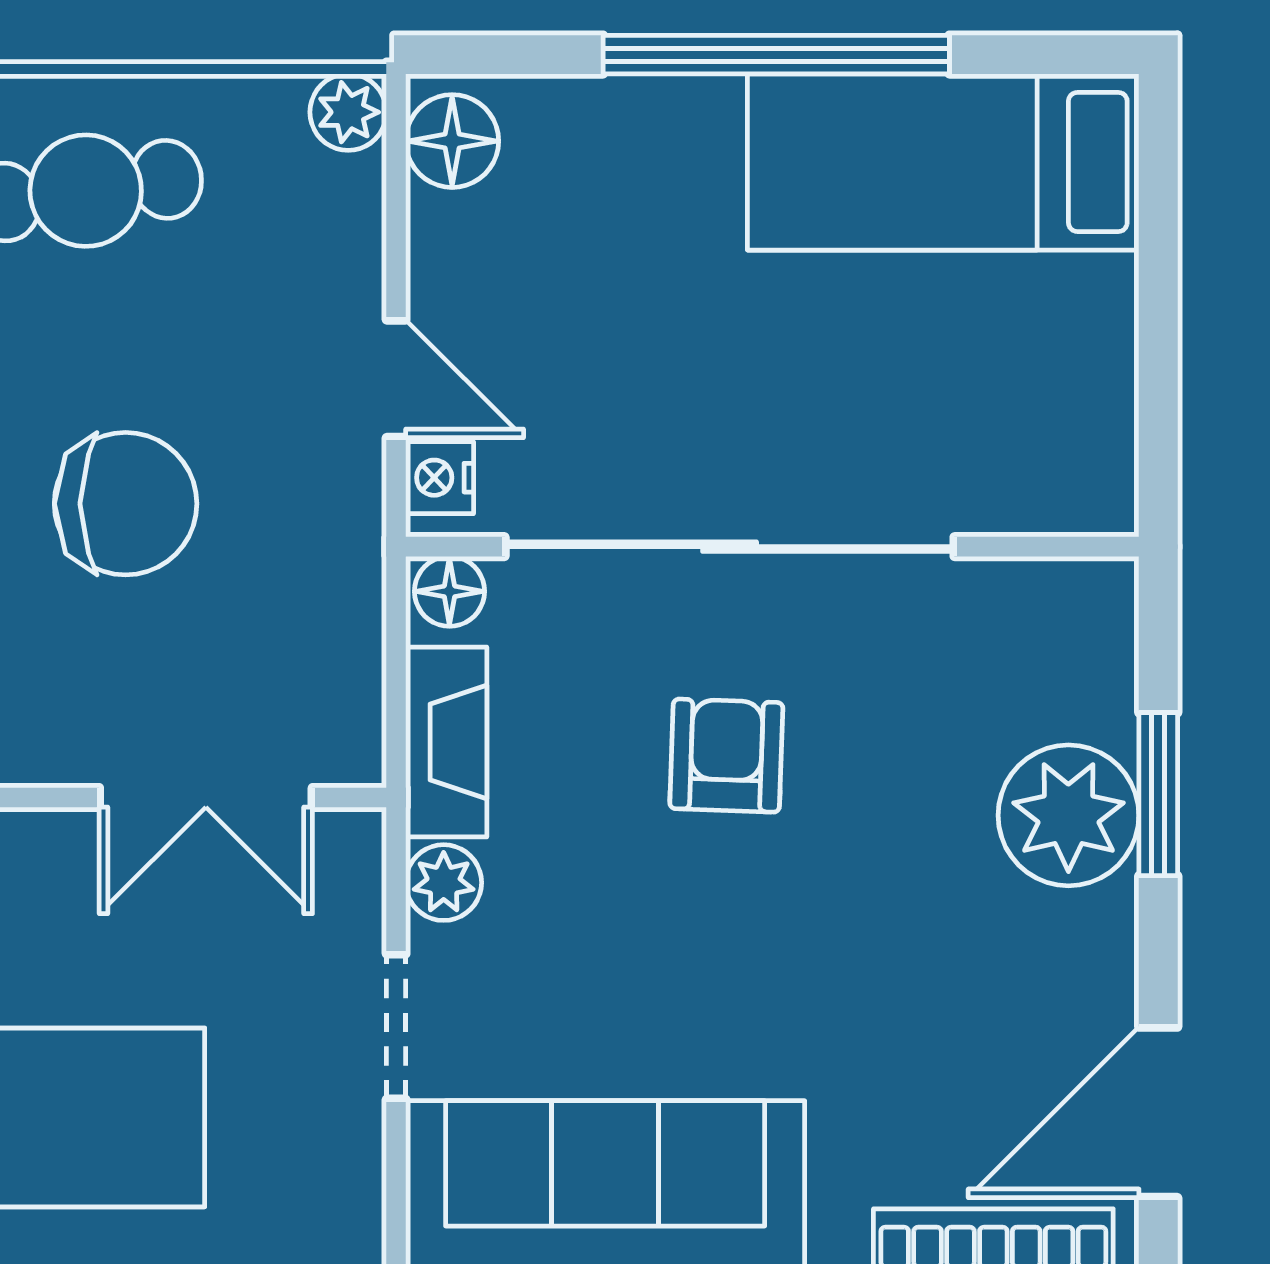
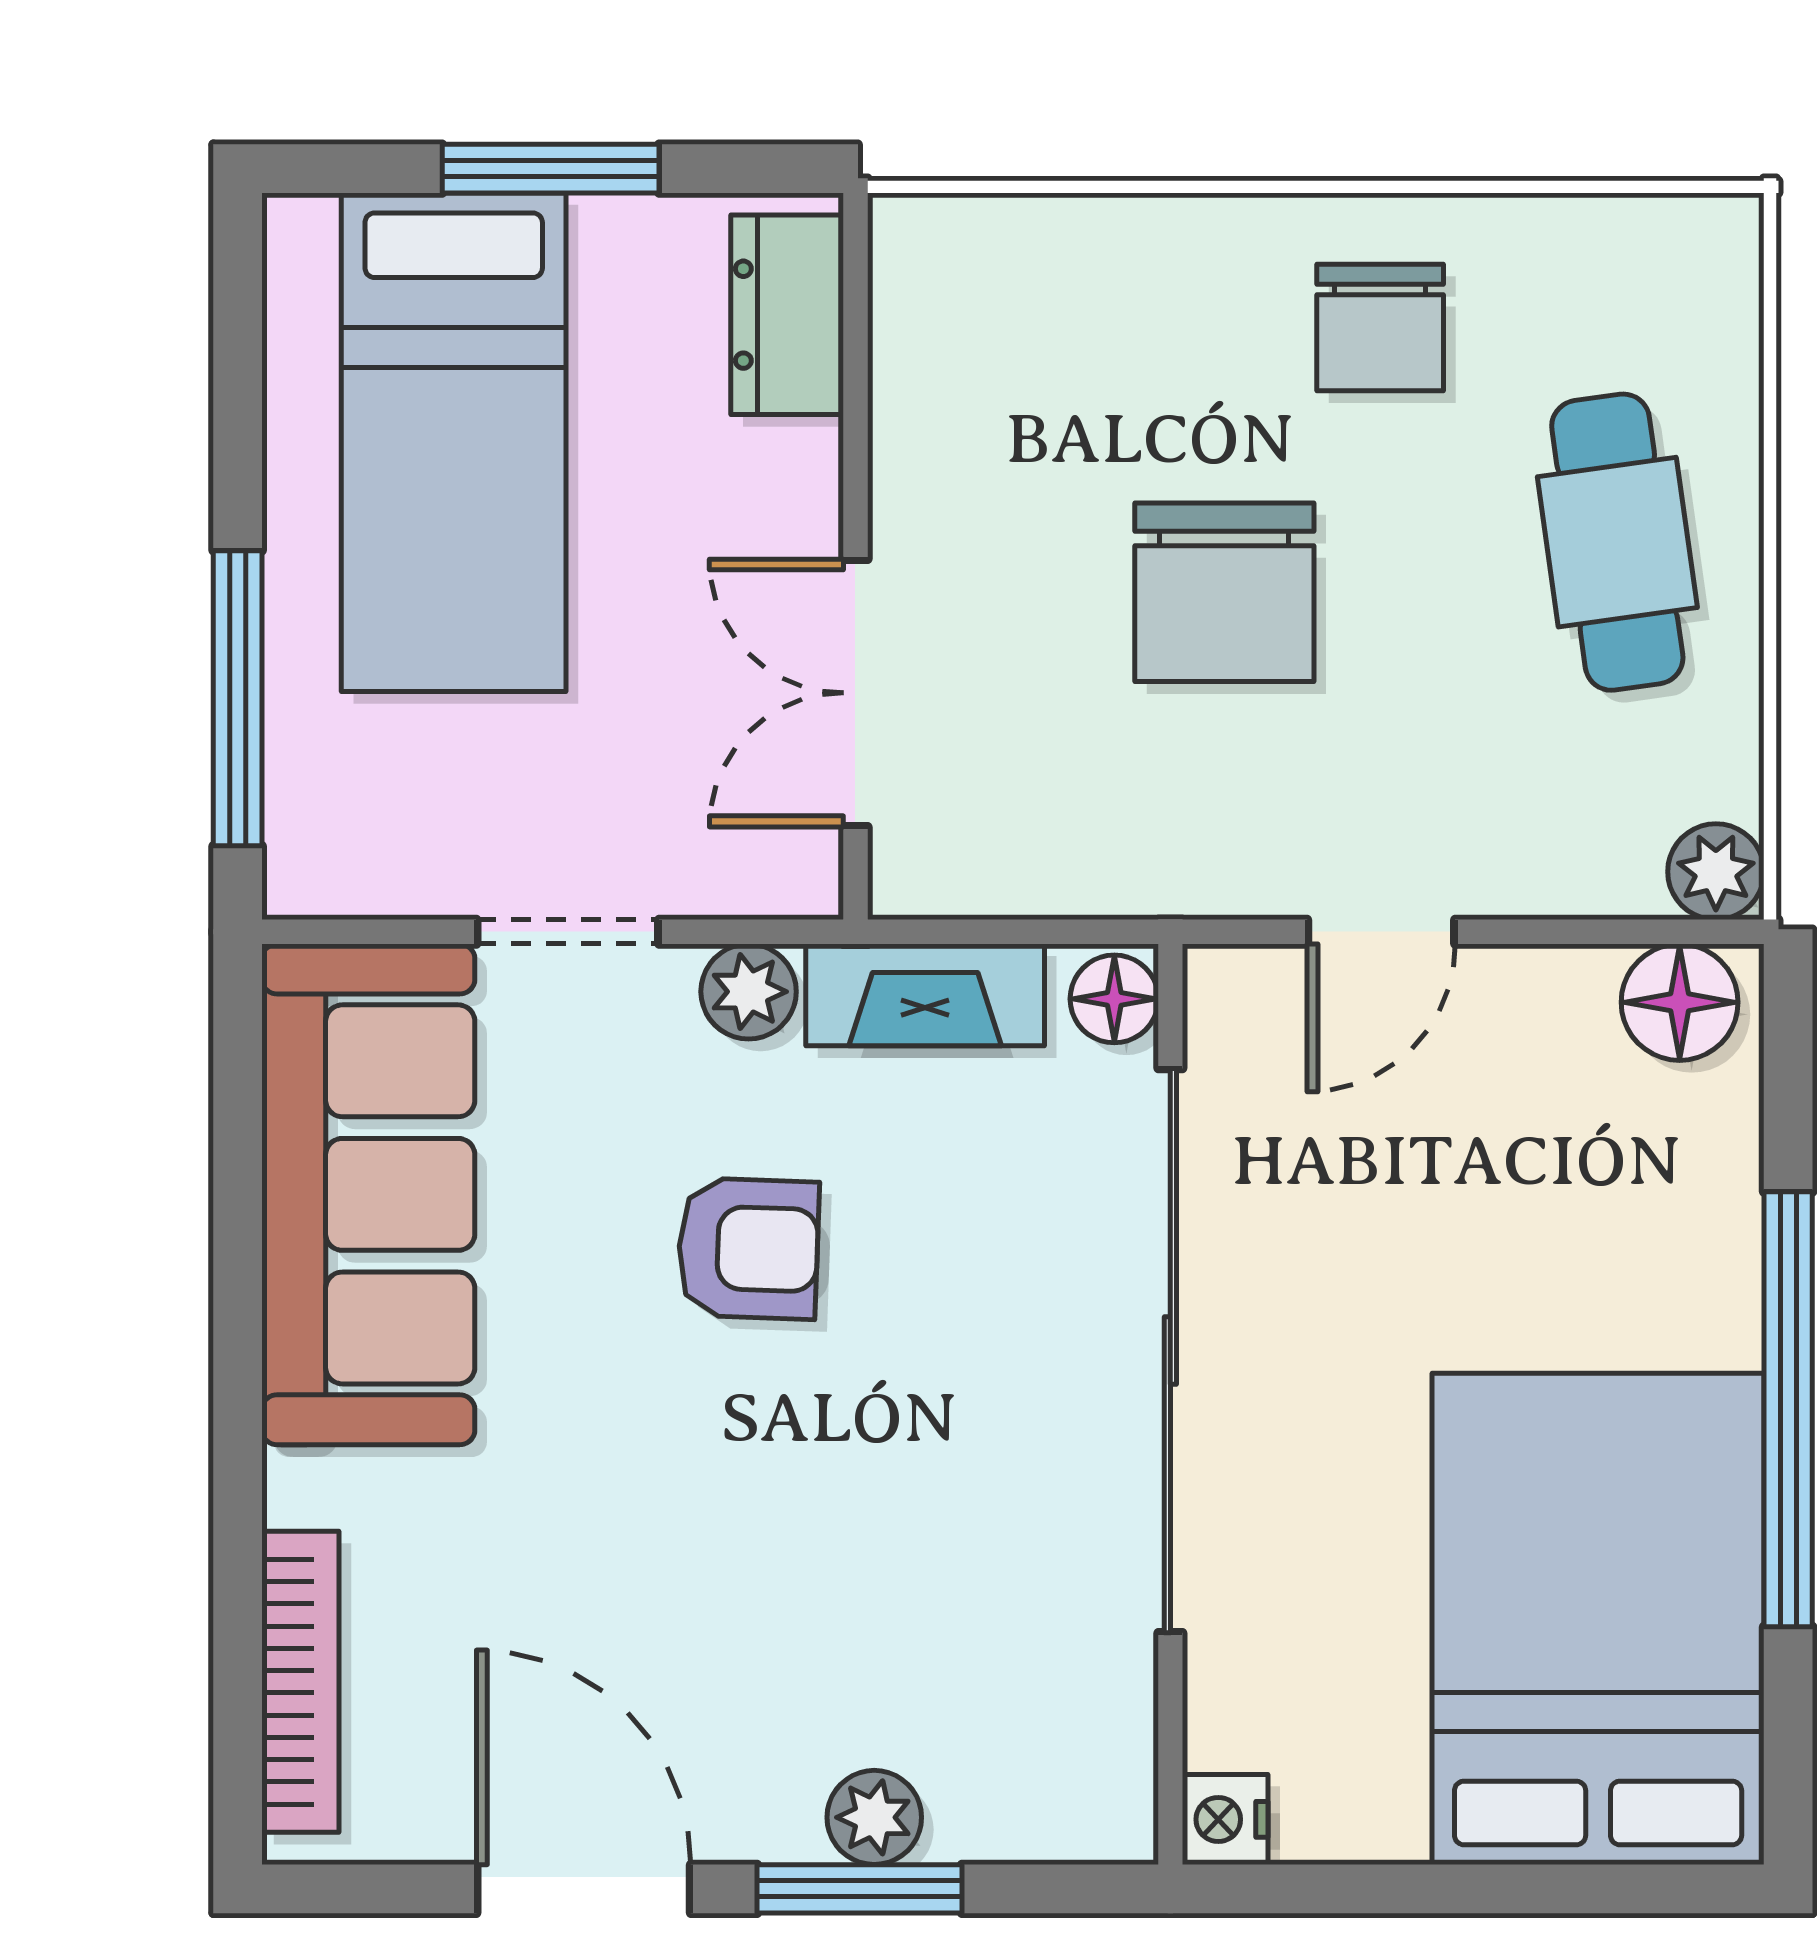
bed: (943, 162) -> (1598, 1619), width x1.50
nightstand: (440, 478) -> (1225, 1819), moved, turned -90
armchair: (726, 756) -> (748, 1249), moved
plant: (1068, 815) -> (874, 1817), width x0.53, depth x0.53
door: (1158, 1112) -> (584, 1889), moved

